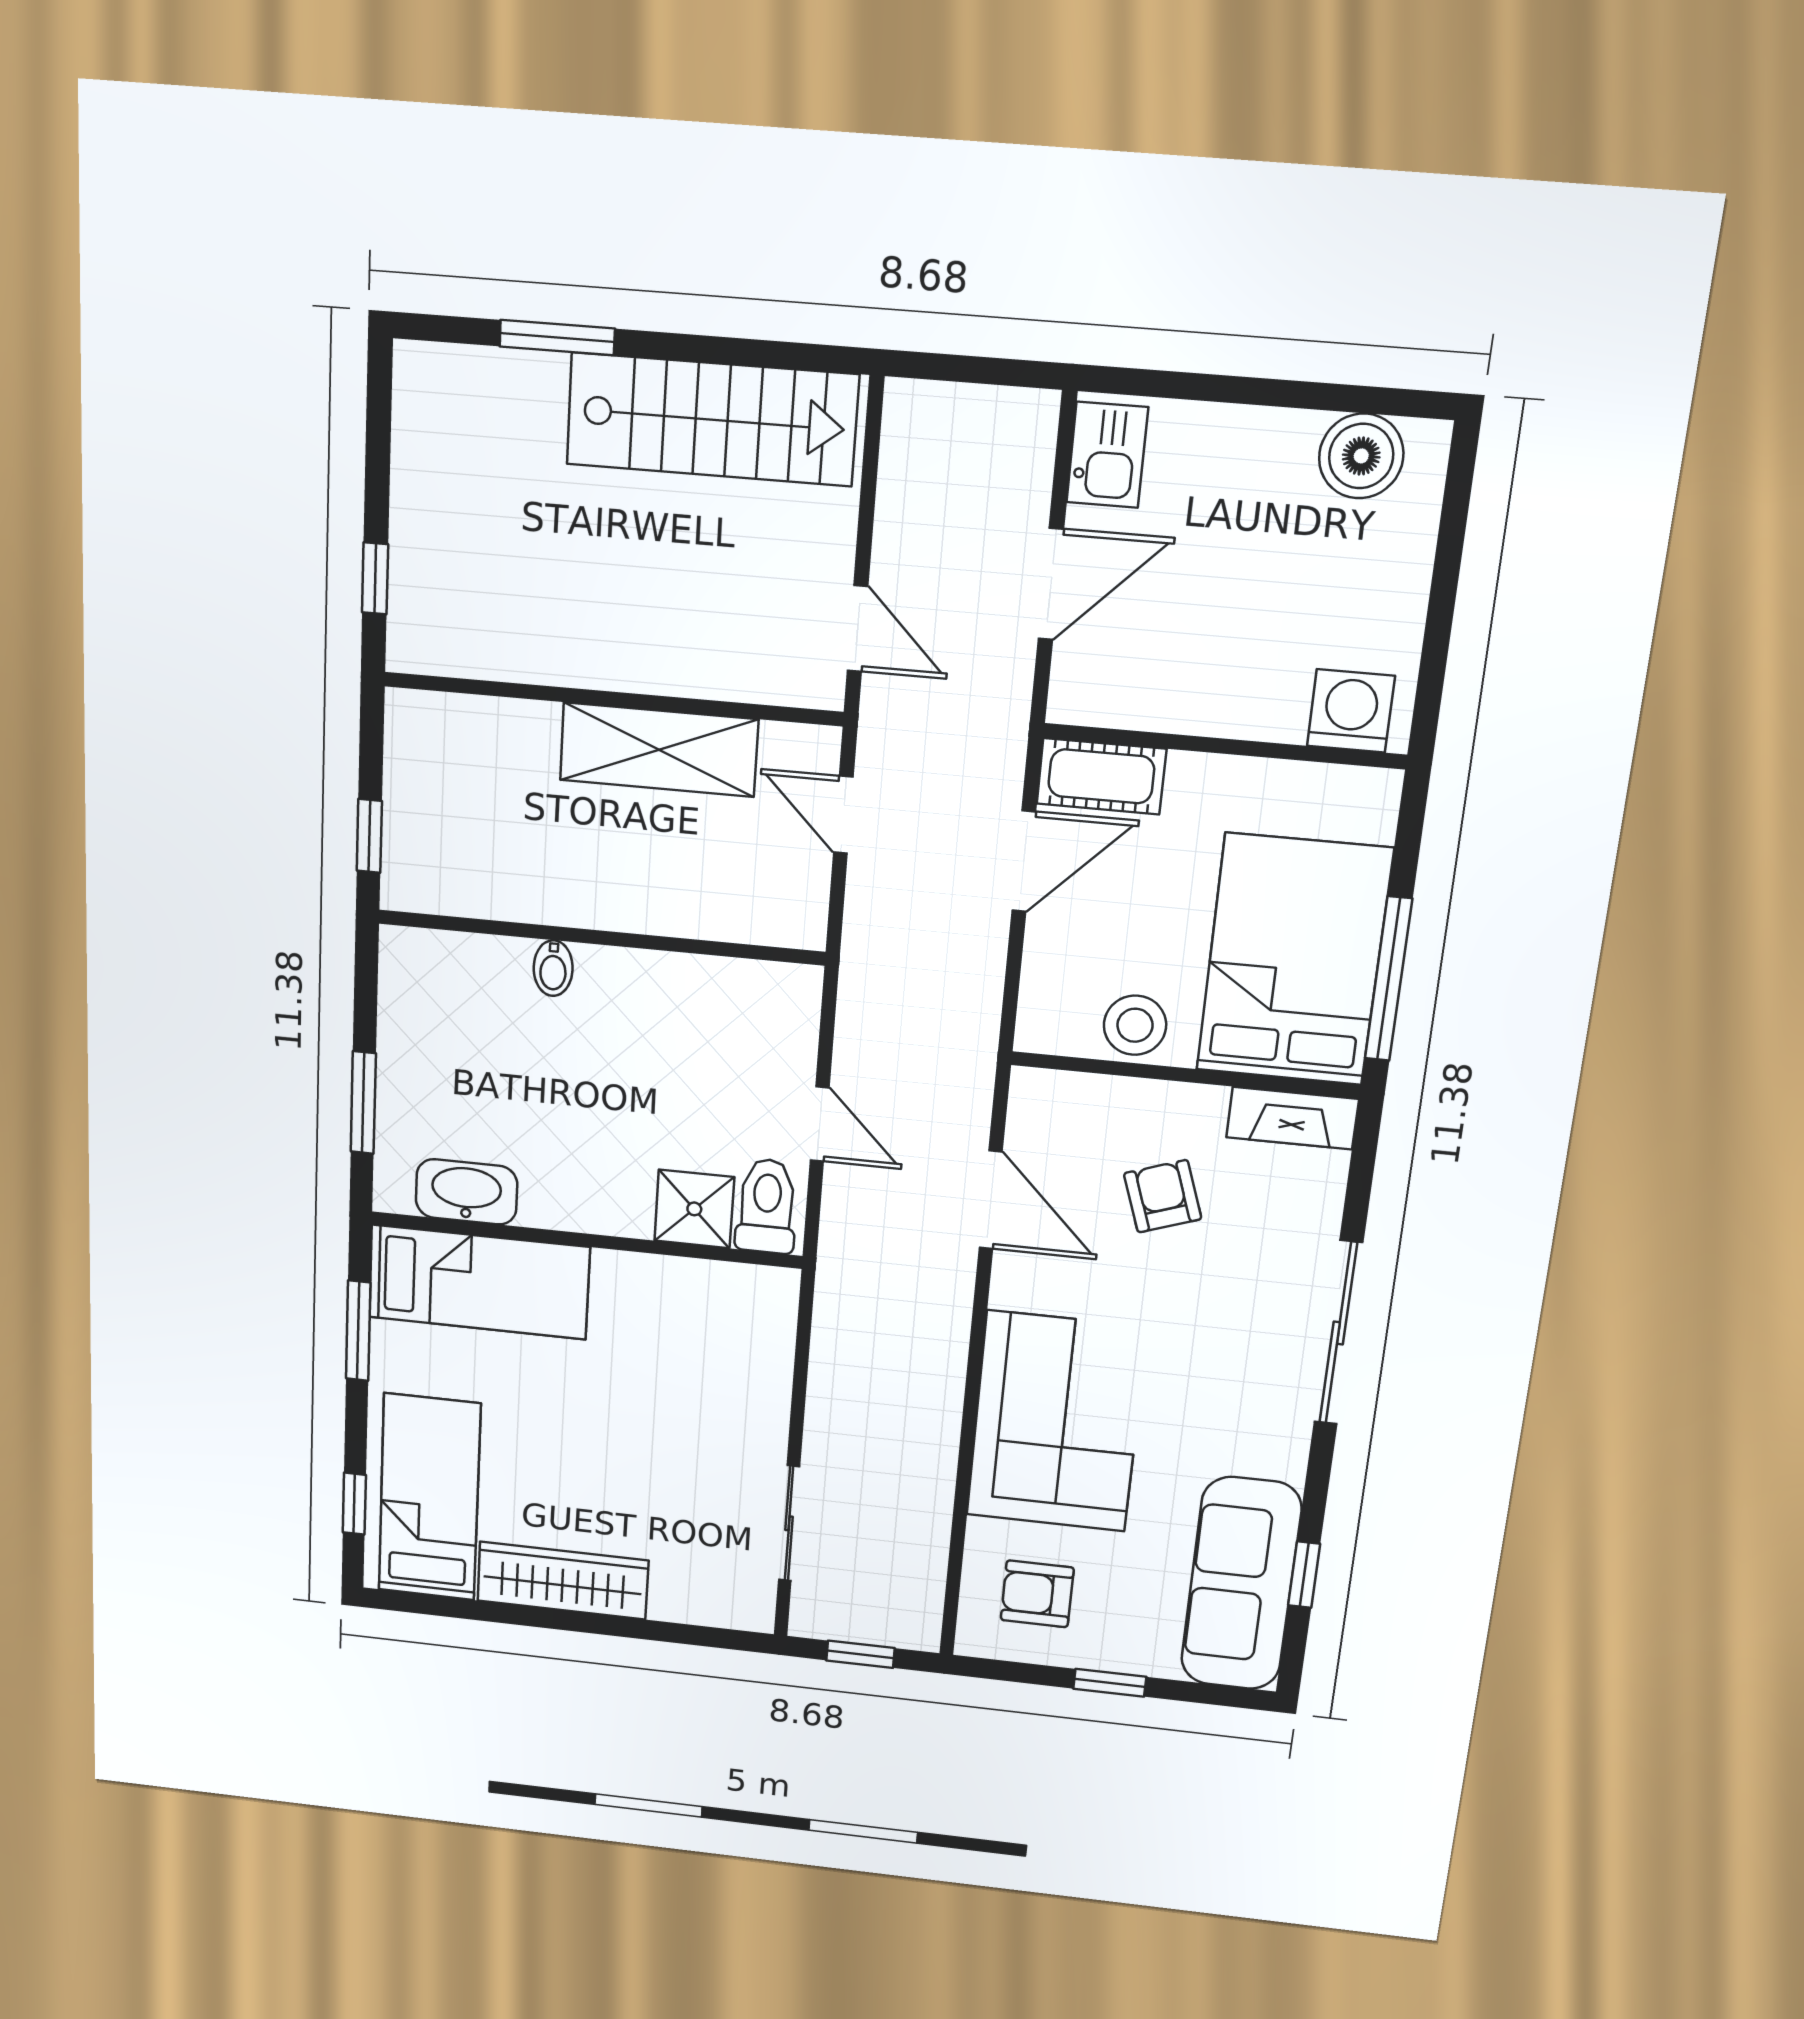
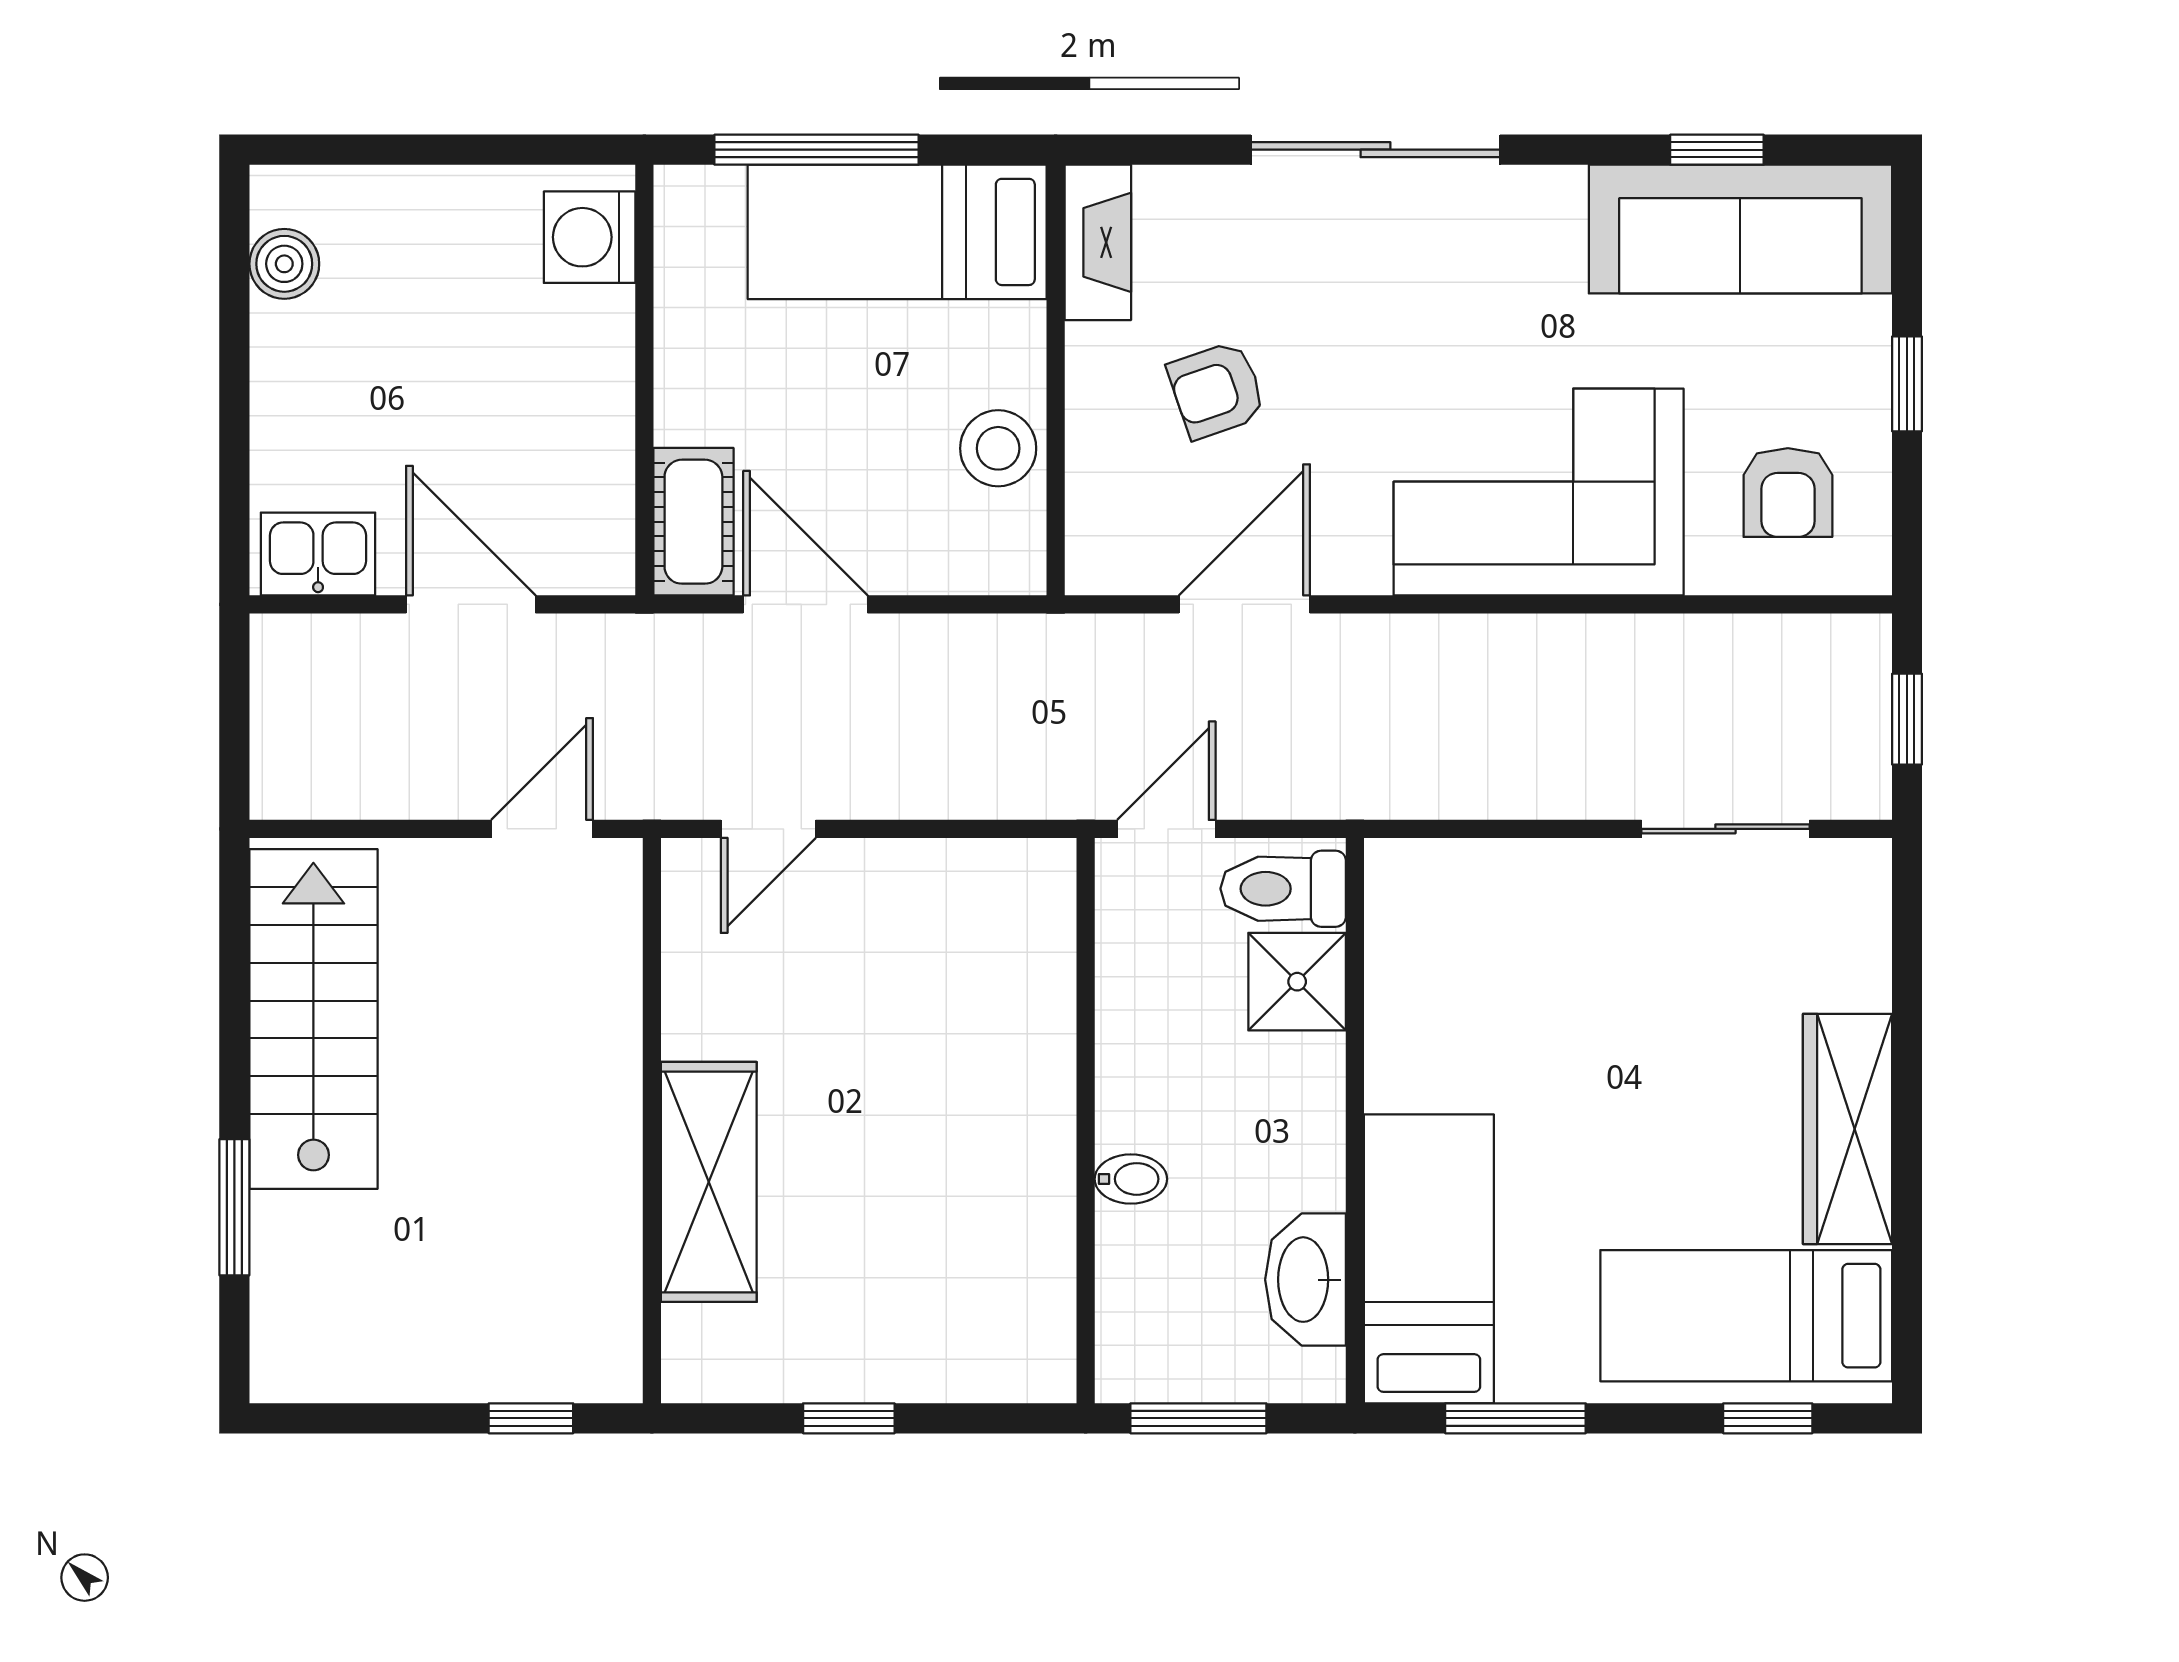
boiler: (1361, 456) -> (284, 264), width x0.73, depth x0.73
shelving: (659, 750) -> (709, 1182), moved
wall: (601, 938) -> (1086, 1121), moved
bed: (1294, 960) -> (897, 232), width x0.67
bidet: (553, 968) -> (1131, 1179), moved
window: (1388, 979) -> (816, 150), moved

